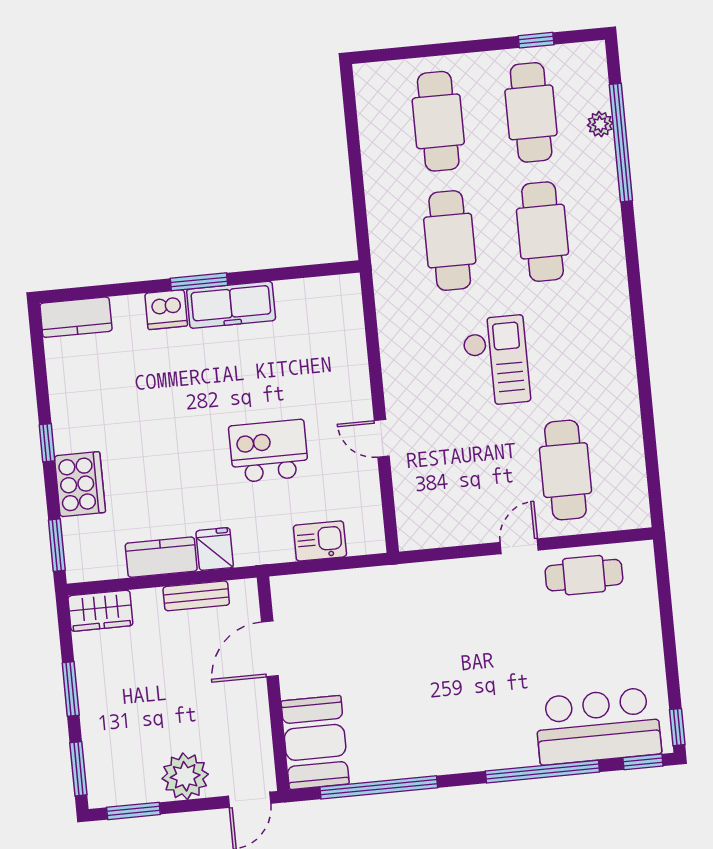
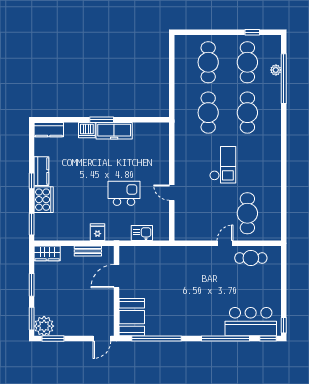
kitchen counter: (161, 557) -> (41, 171), moved, turned 90
plant: (185, 776) -> (44, 326), moved

